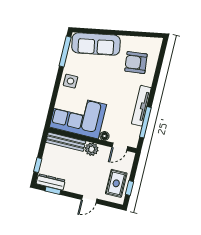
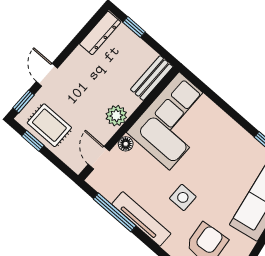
side table: (70, 81) -> (183, 197), moved
bench: (66, 142) -> (152, 78), width x0.73
window: (53, 190) -> (24, 101), moved

